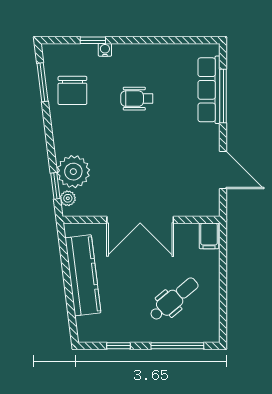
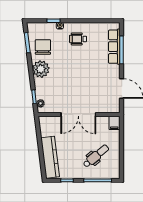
chair: (72, 90) -> (43, 47), turned 180
wheelchair: (137, 99) -> (78, 39), moved
plant: (73, 172) -> (41, 69), moved
kitchen counter: (83, 275) -> (50, 157), moved

